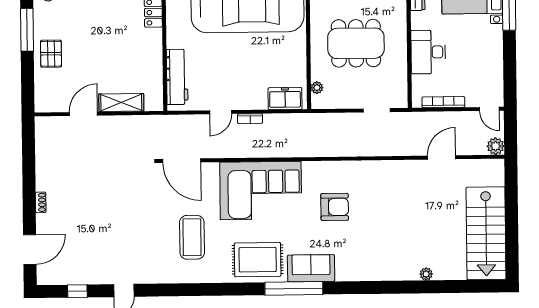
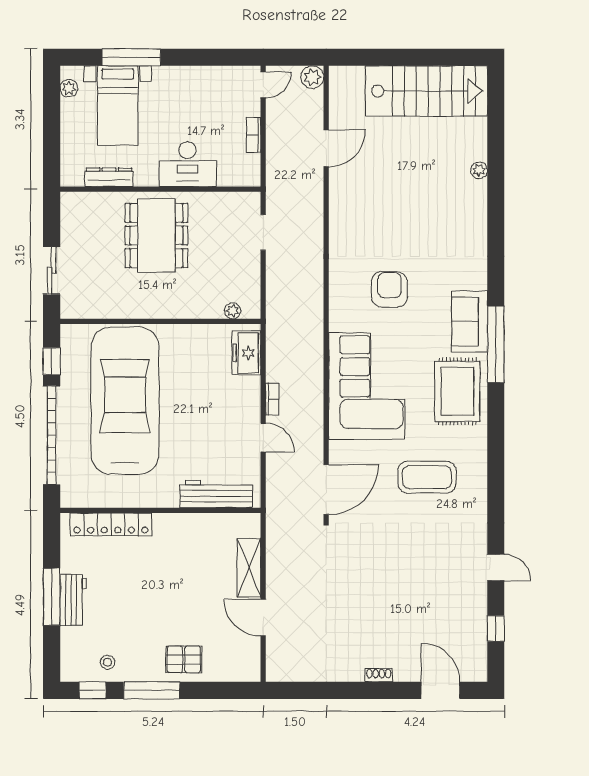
dining table: (356, 43) -> (156, 236), moved
bookcase: (443, 102) -> (254, 135), width x0.64
door: (442, 157) -> (326, 148), swing flipped

